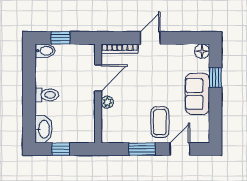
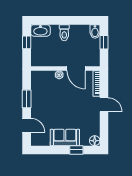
coffee table: (160, 122) -> (45, 111), removed

